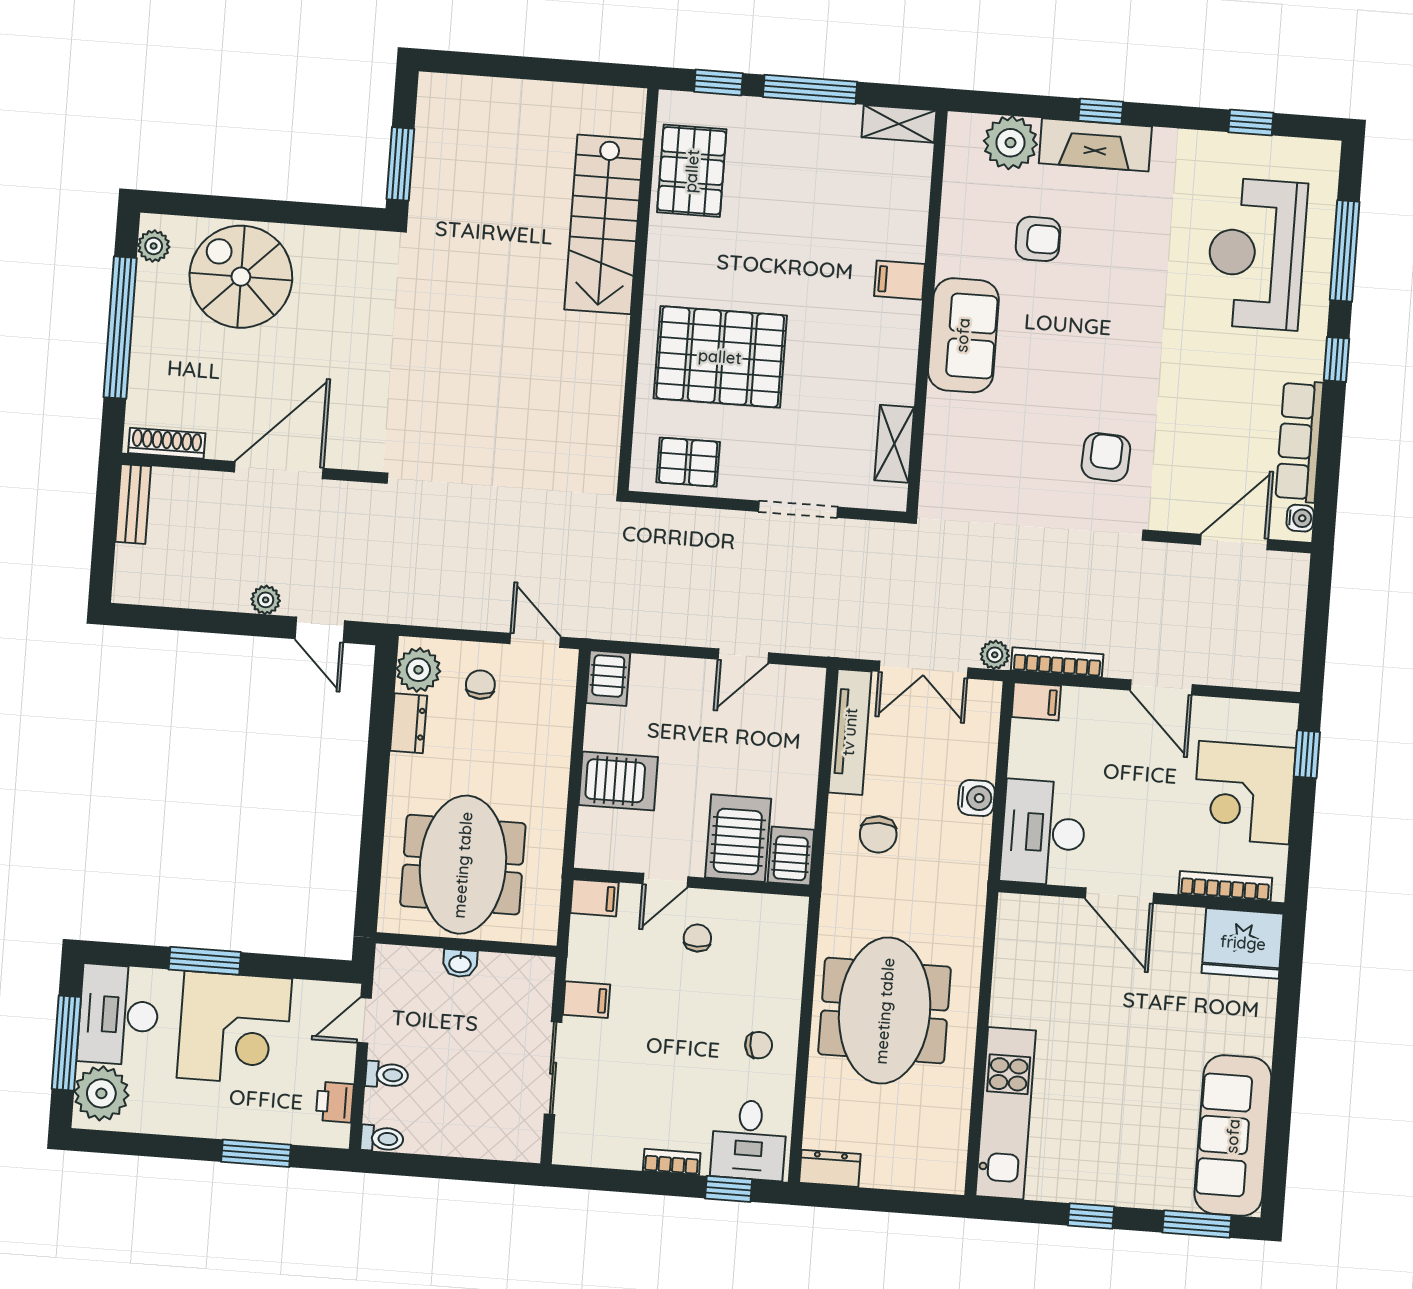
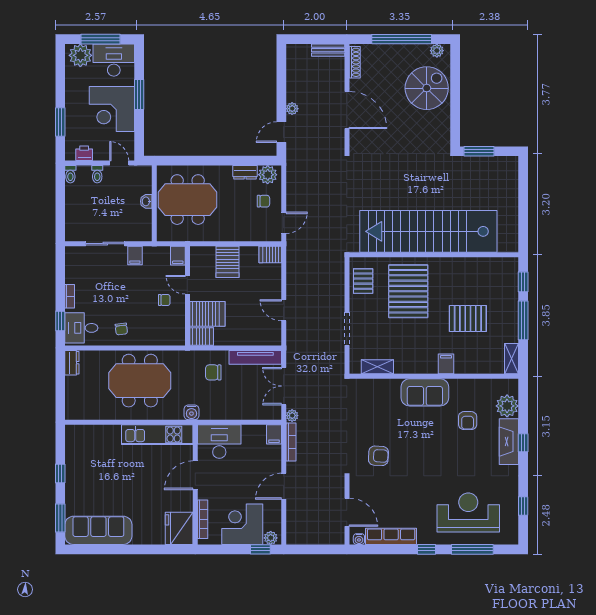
pallet: (692, 171) -> (468, 319), moved
stairs: (604, 224) -> (428, 231), width x1.86, depth x1.51
plant: (1281, 728) -> (271, 538), added
water cooler: (976, 798) -> (191, 412), moved
kitchen unit: (1006, 1113) -> (157, 435), moved

